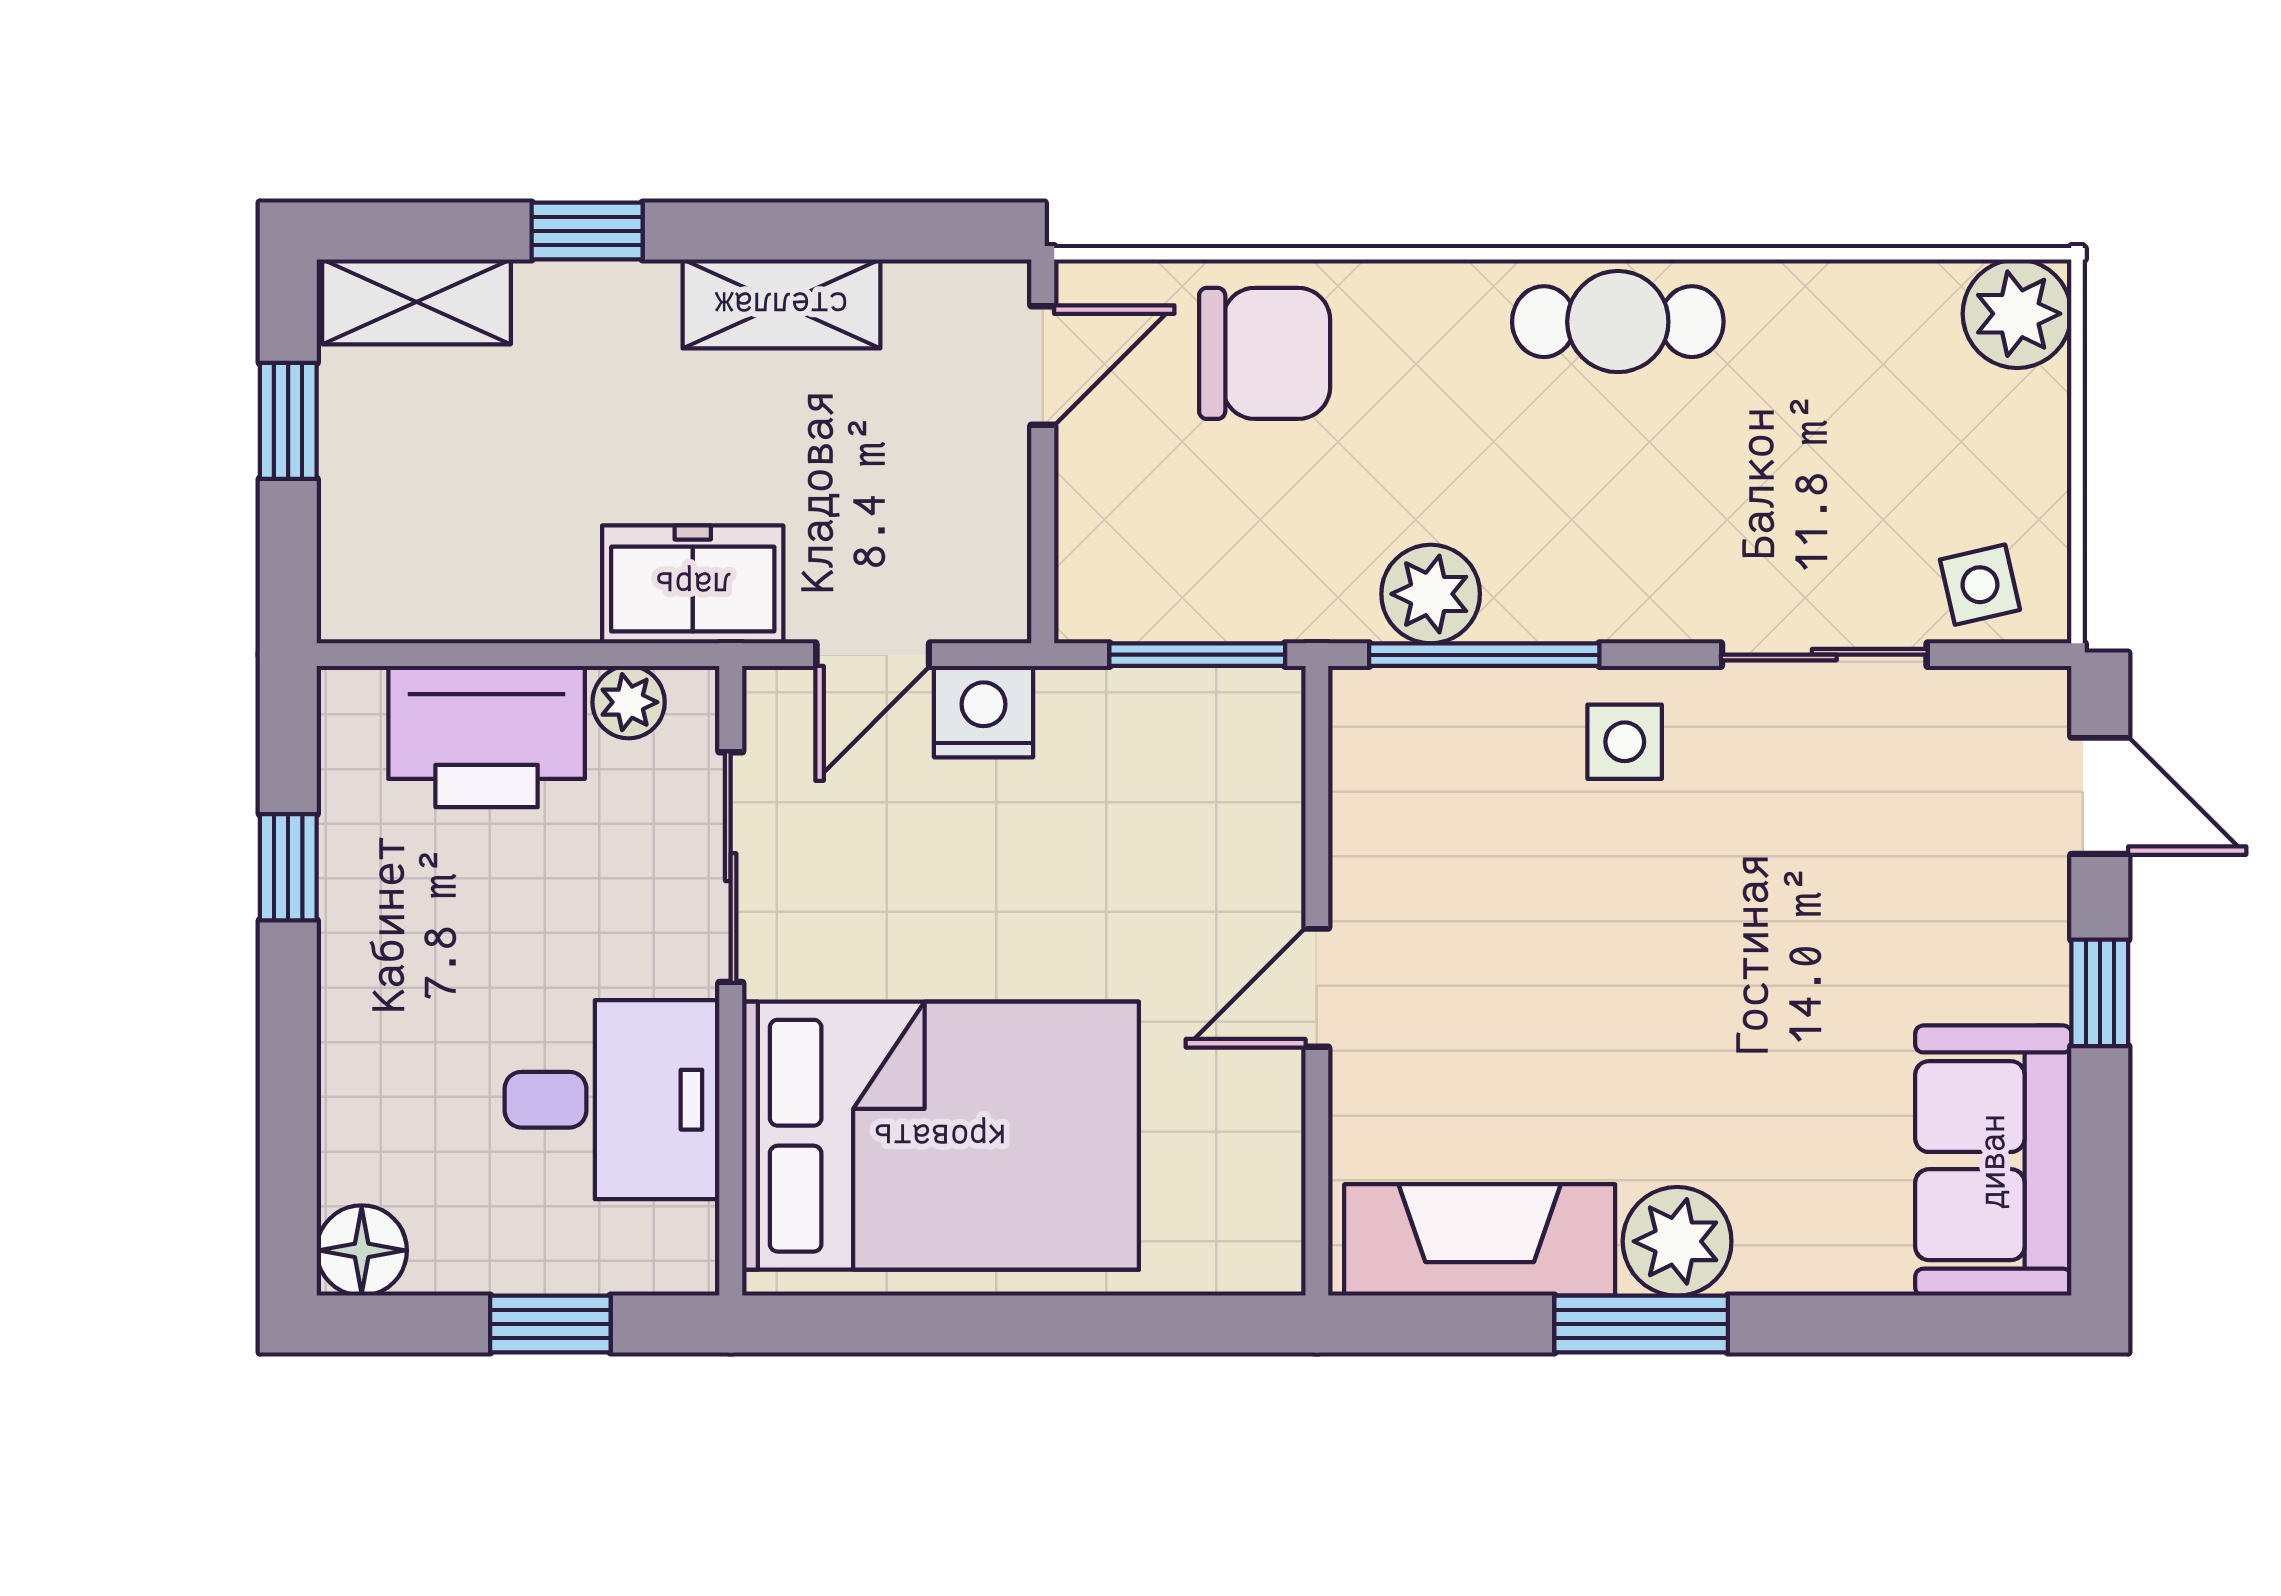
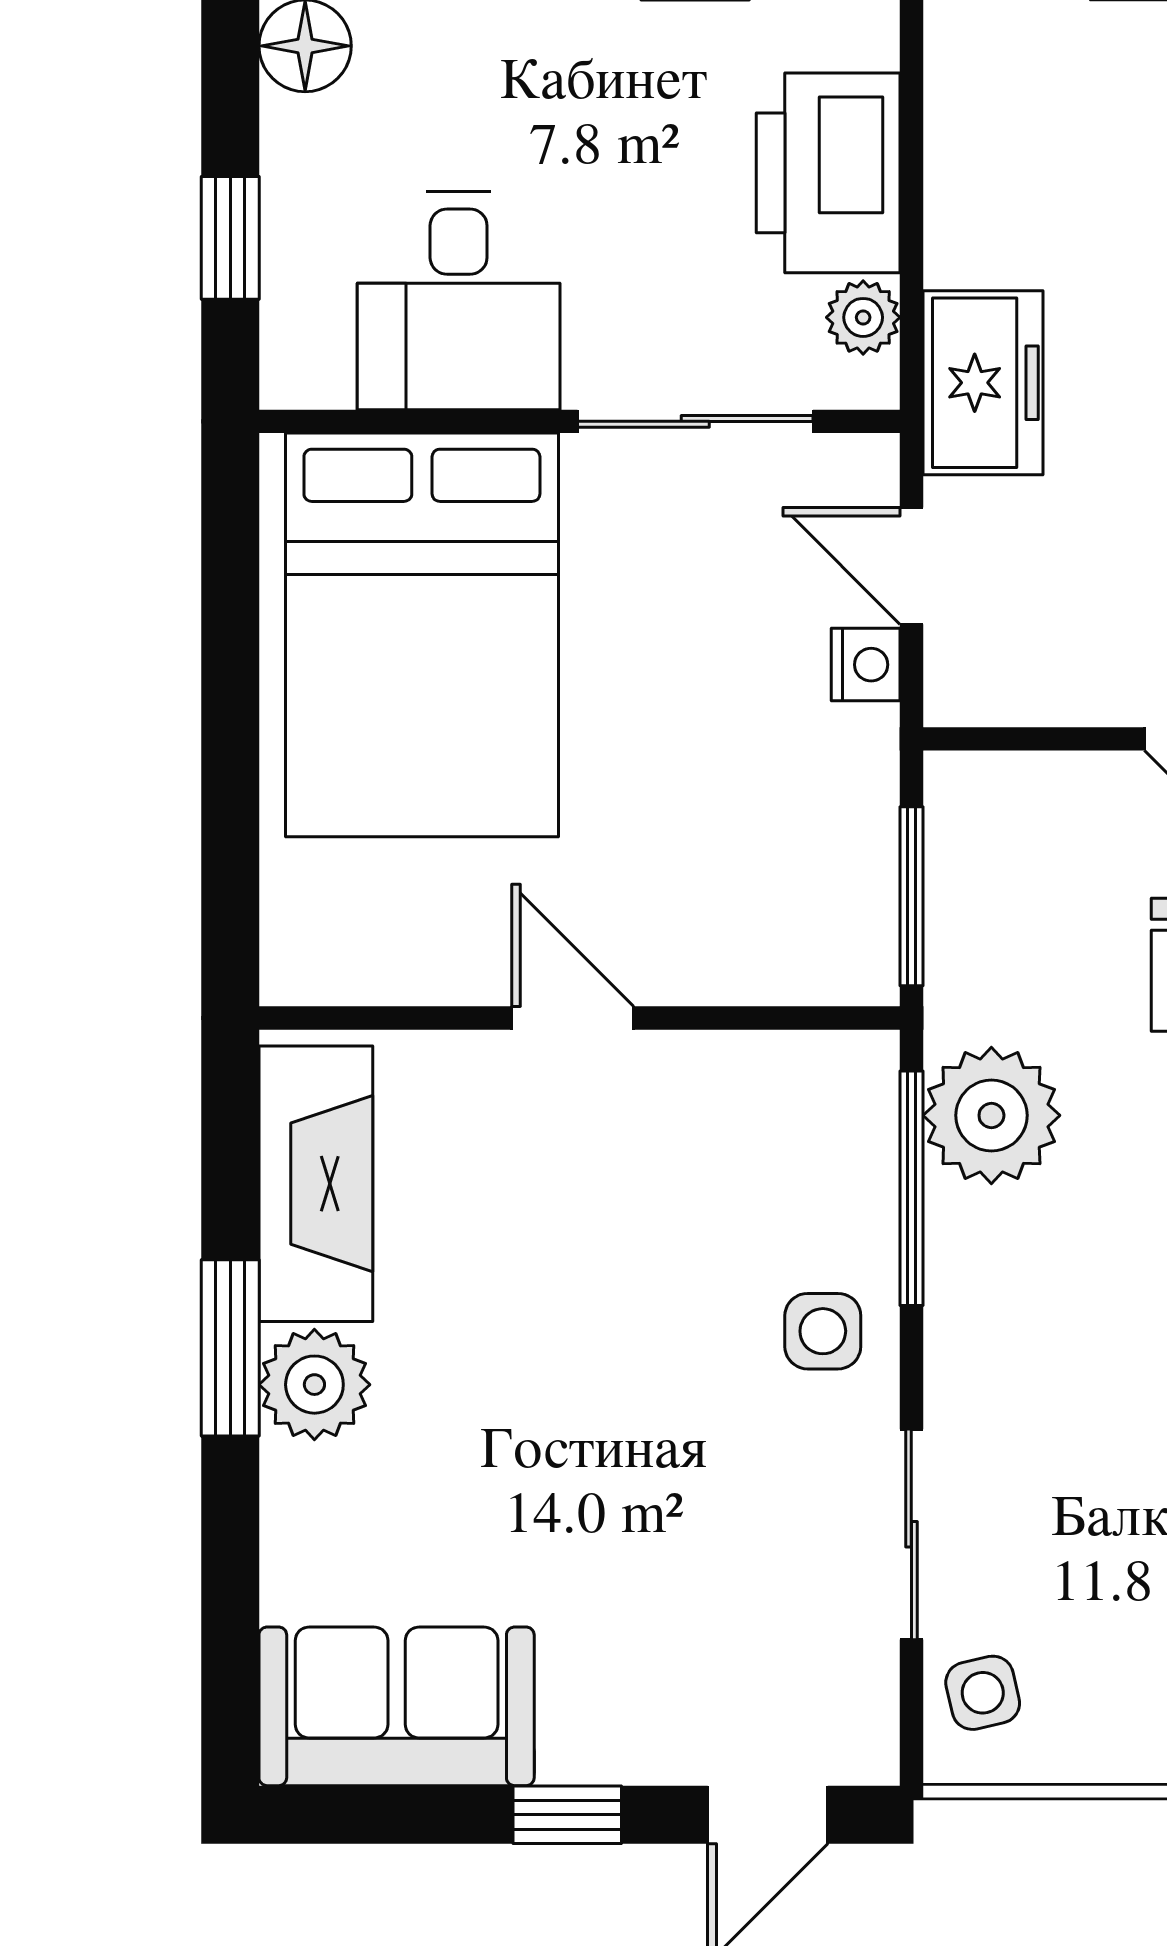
plant: (1431, 594) -> (991, 1115), width x1.36, depth x1.36
nightstand: (984, 712) -> (866, 665), width x0.72, depth x0.74

